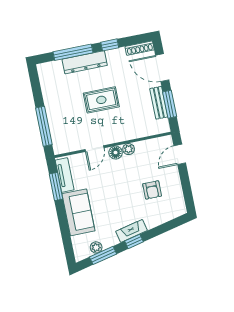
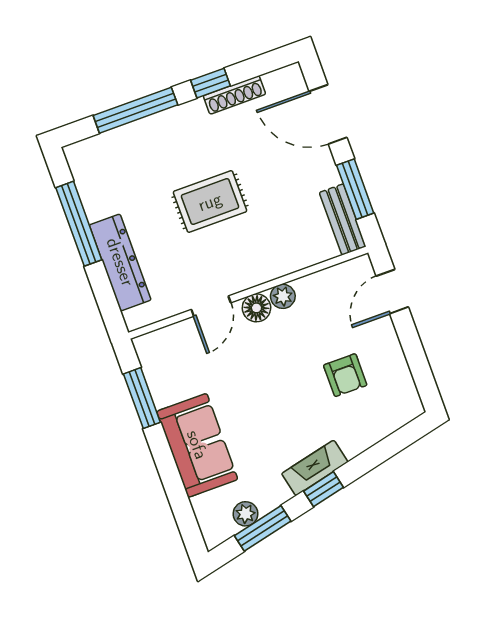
shoe rack: (140, 48) -> (234, 95), moved
dresser: (85, 62) -> (120, 262), moved, turned -90
bench: (159, 103) -> (343, 219), moved
window: (44, 126) -> (79, 224), moved
tv unit: (65, 175) -> (156, 371), removed

